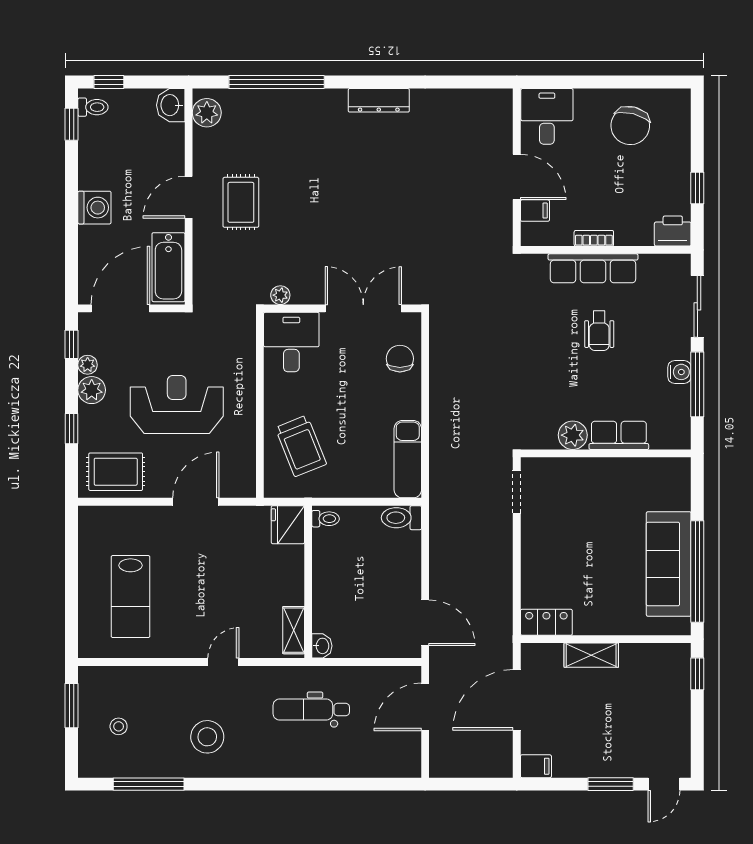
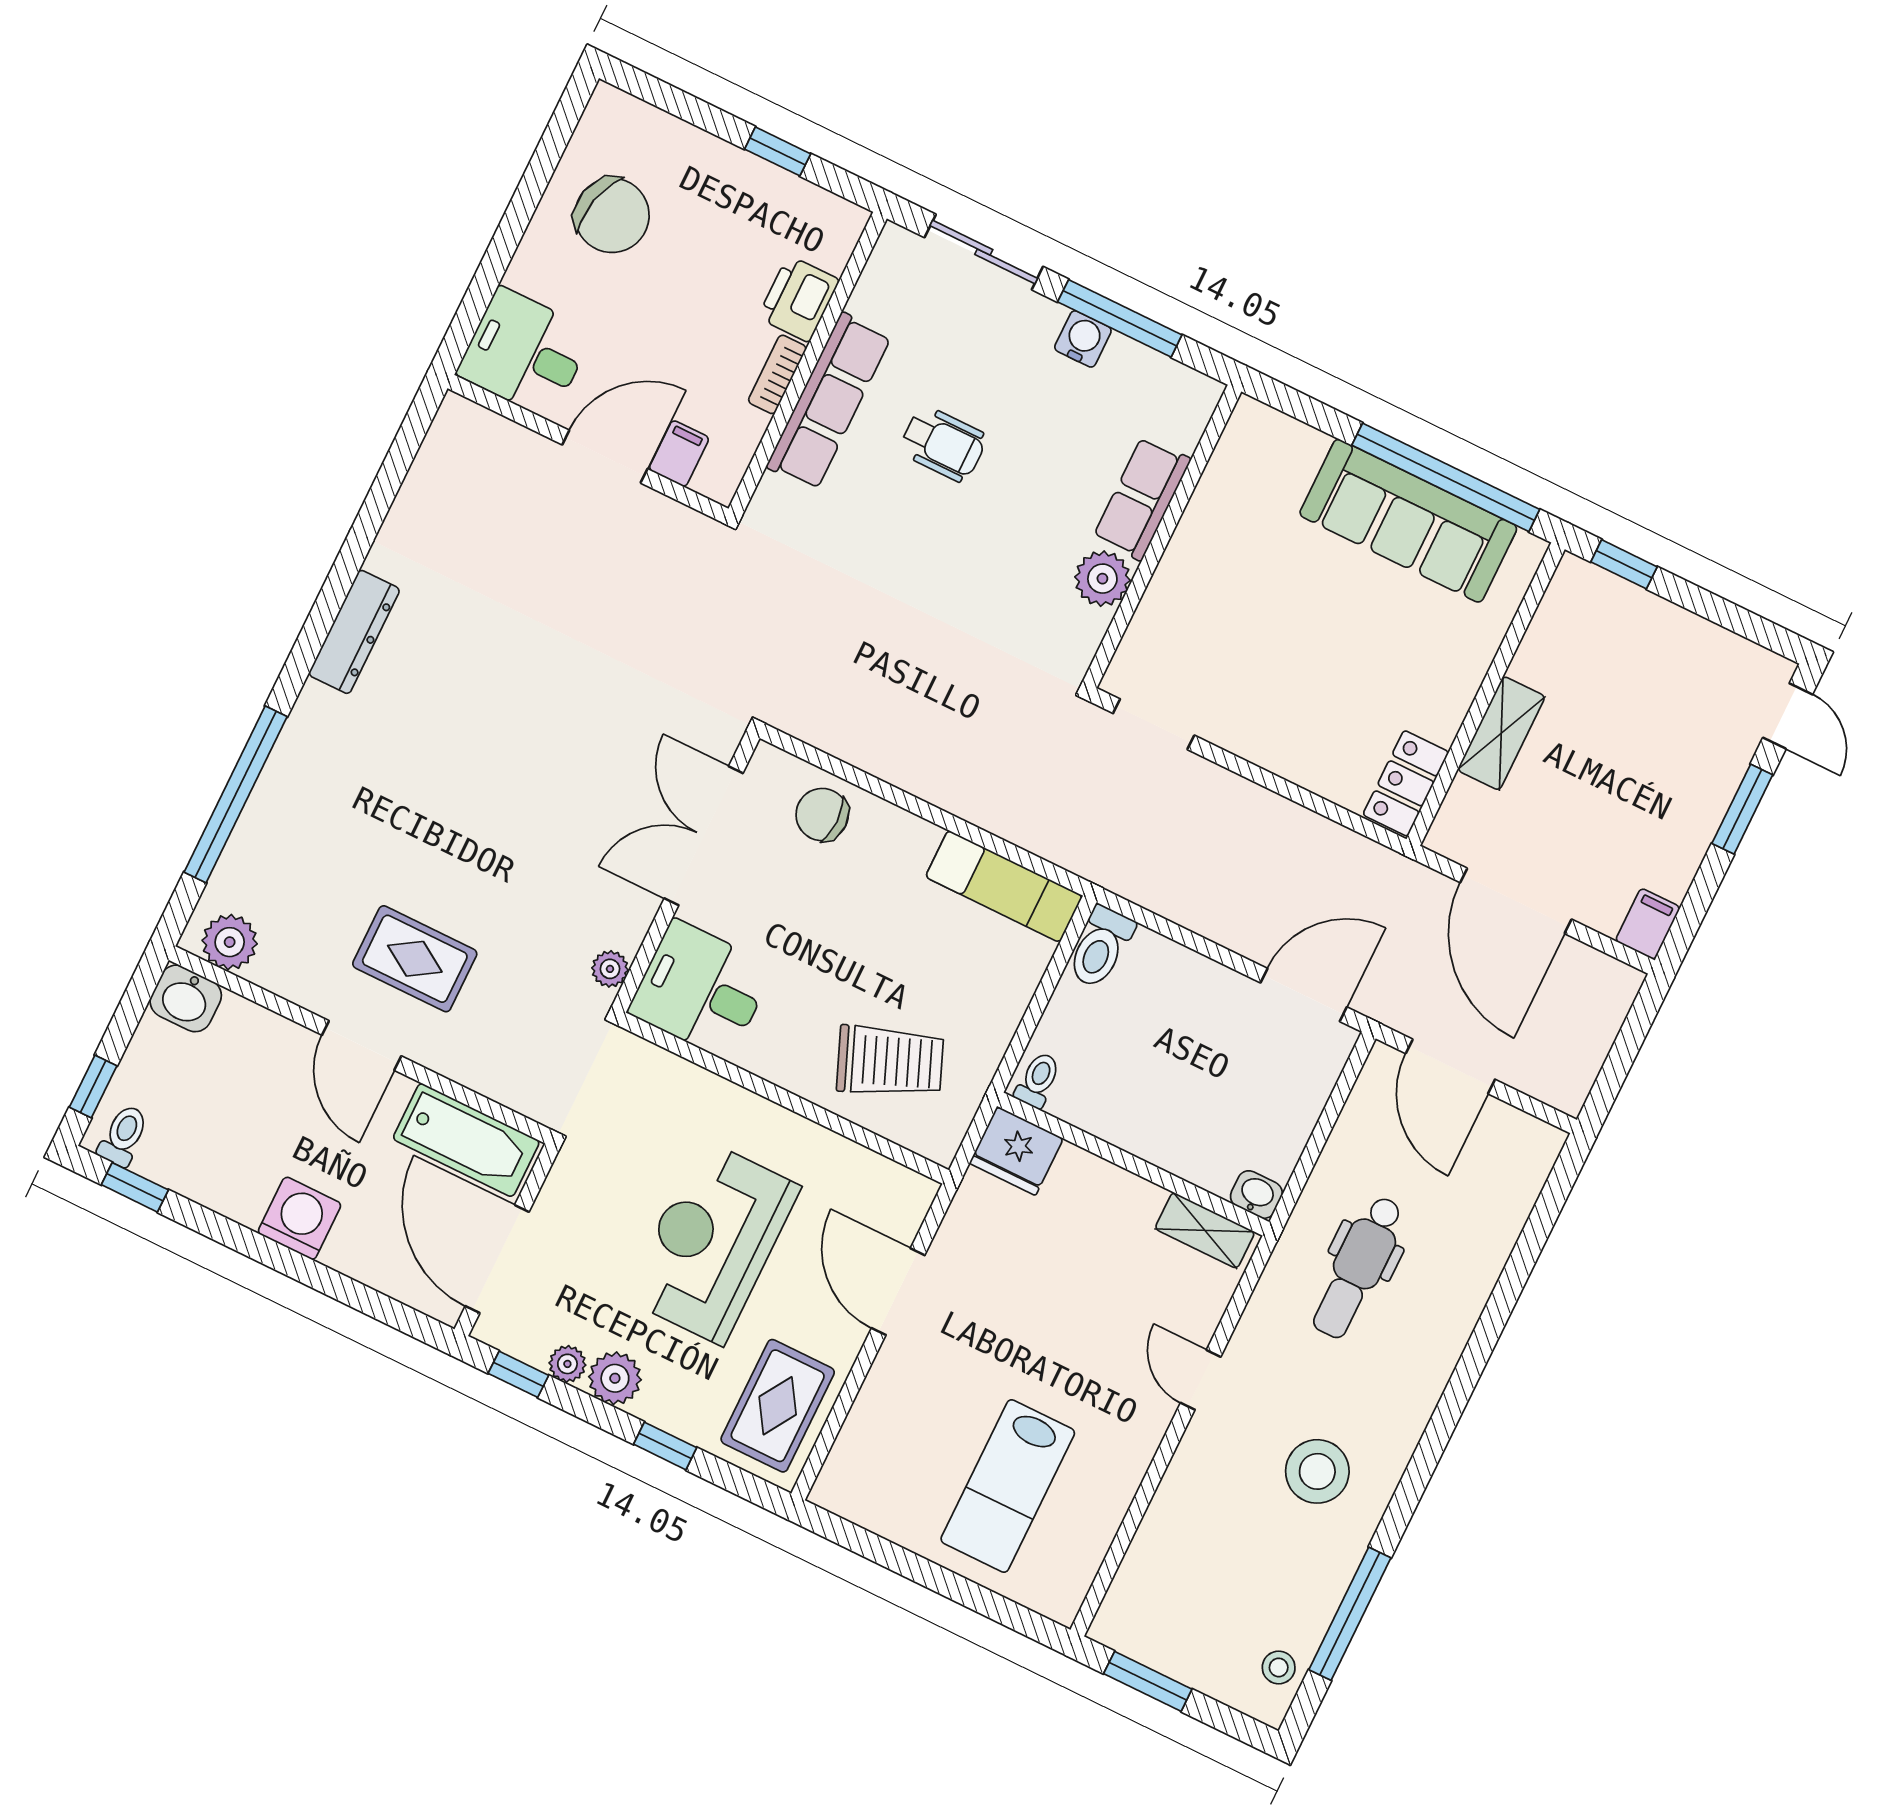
printer: (673, 231) -> (799, 299), moved
lab bench: (131, 597) -> (1008, 1486), turned 90
stool: (119, 726) -> (1279, 1667), moved

